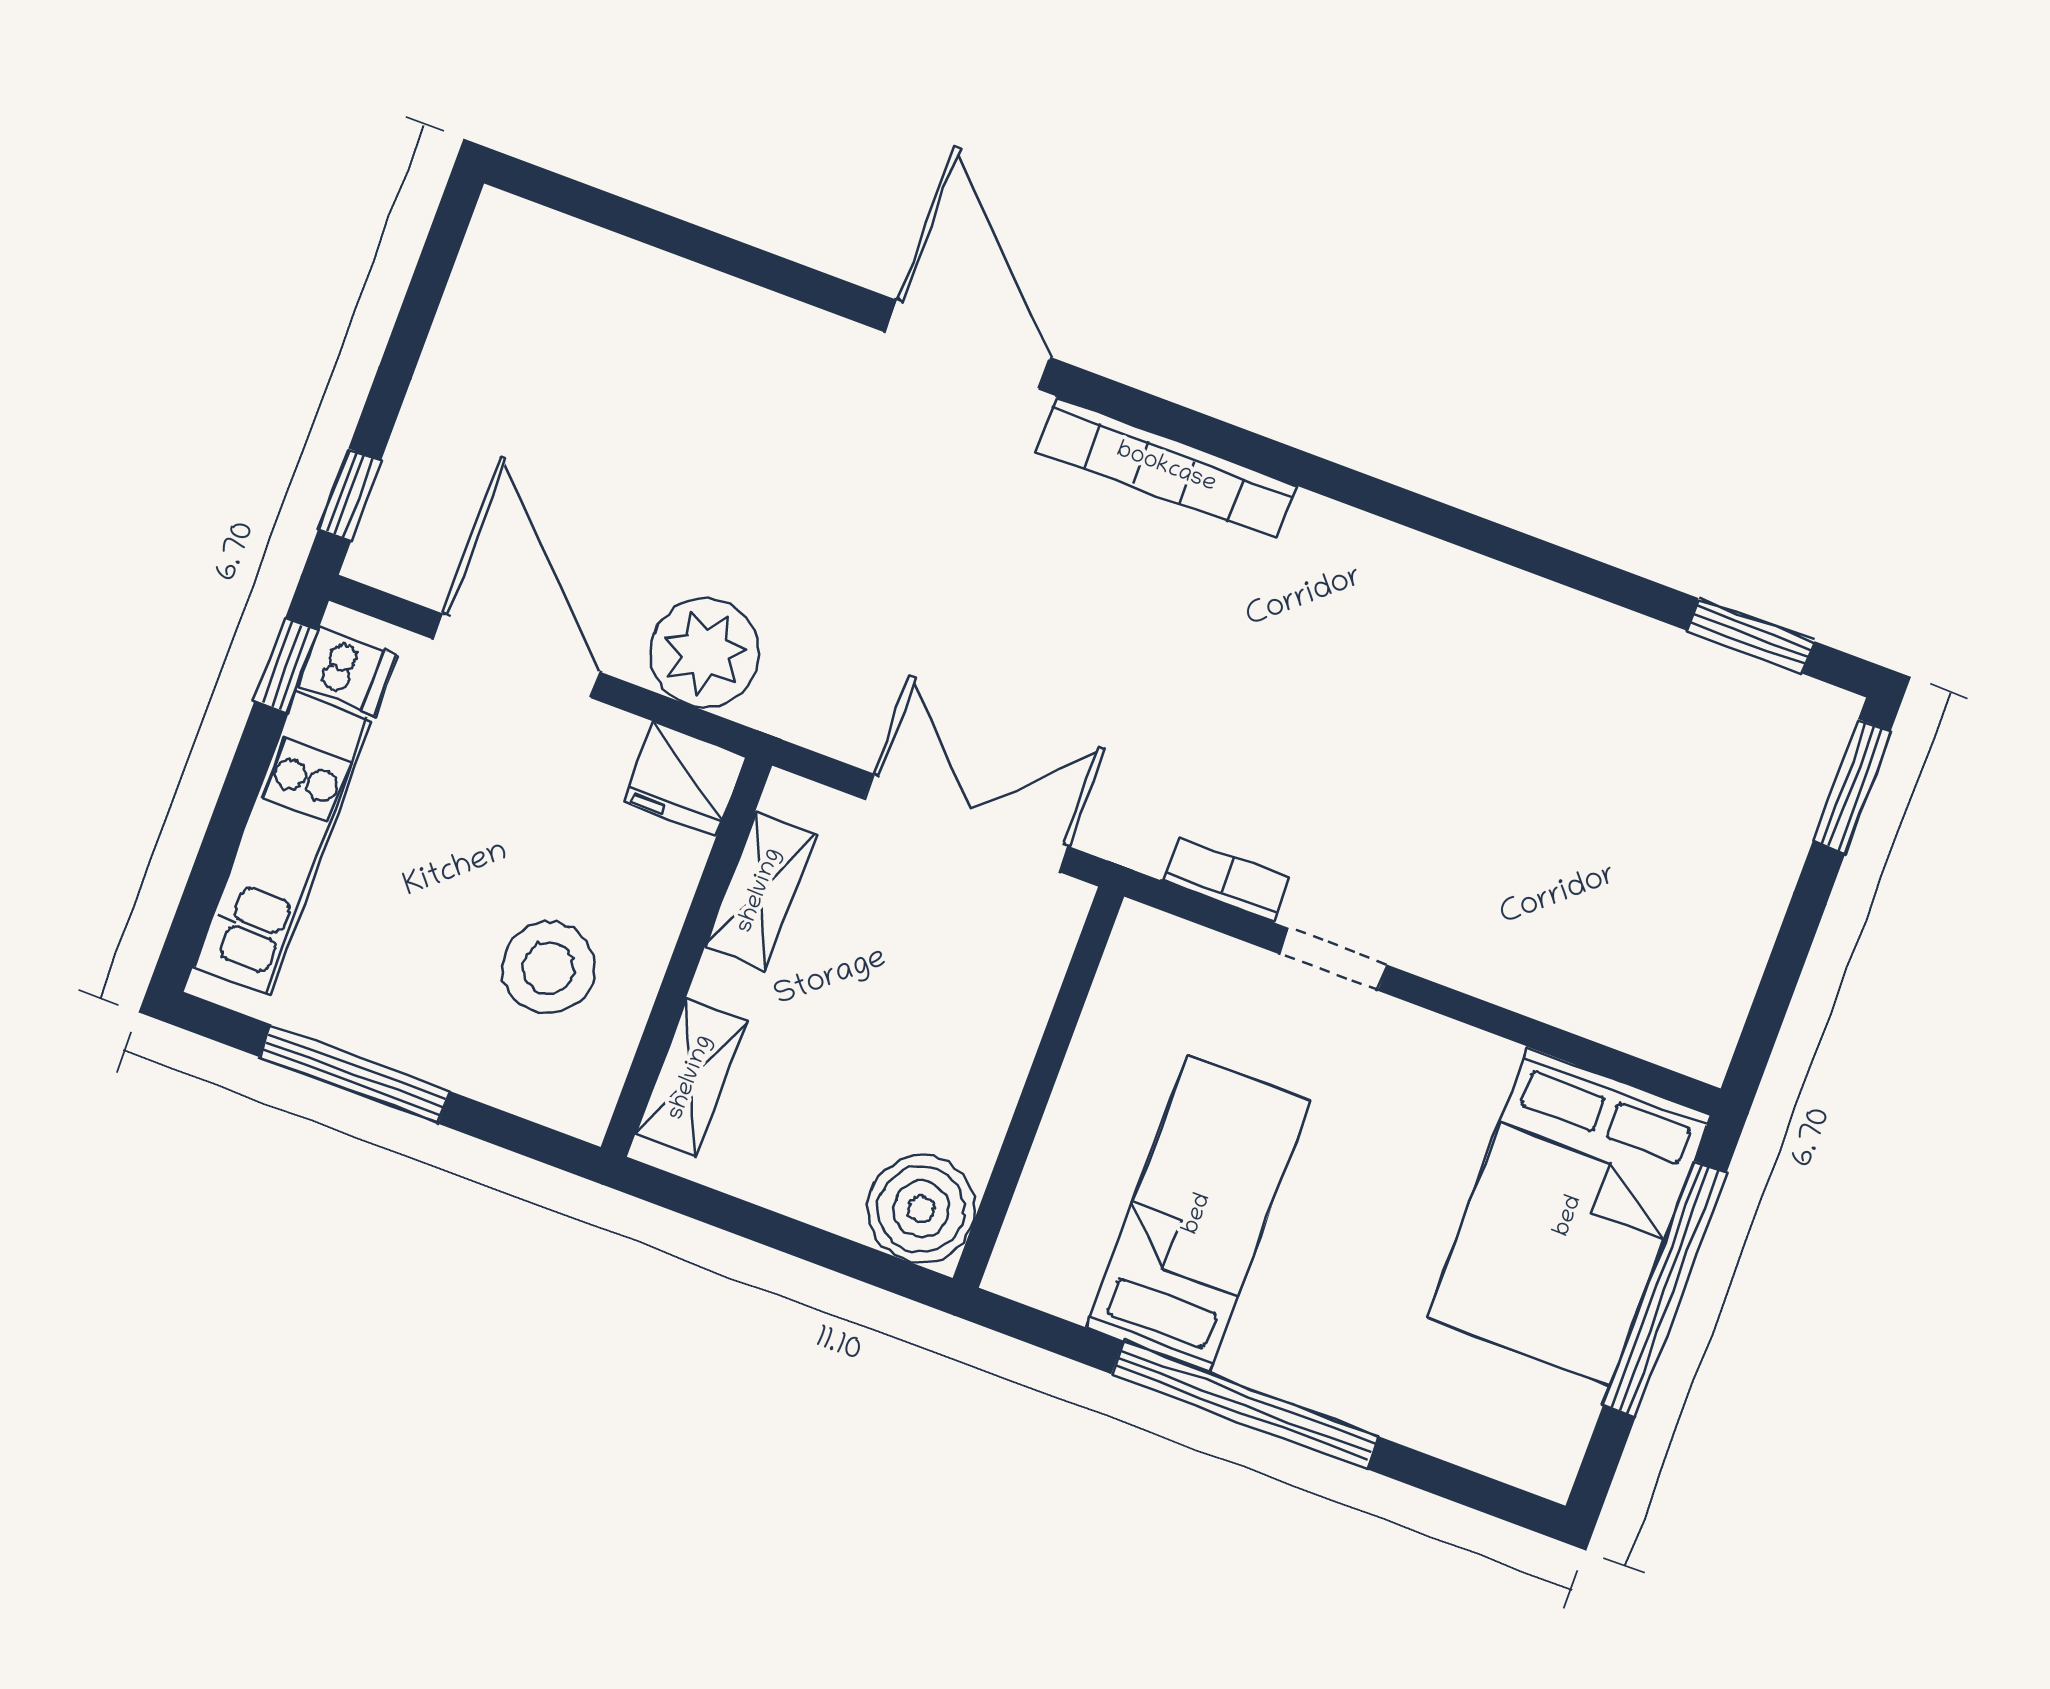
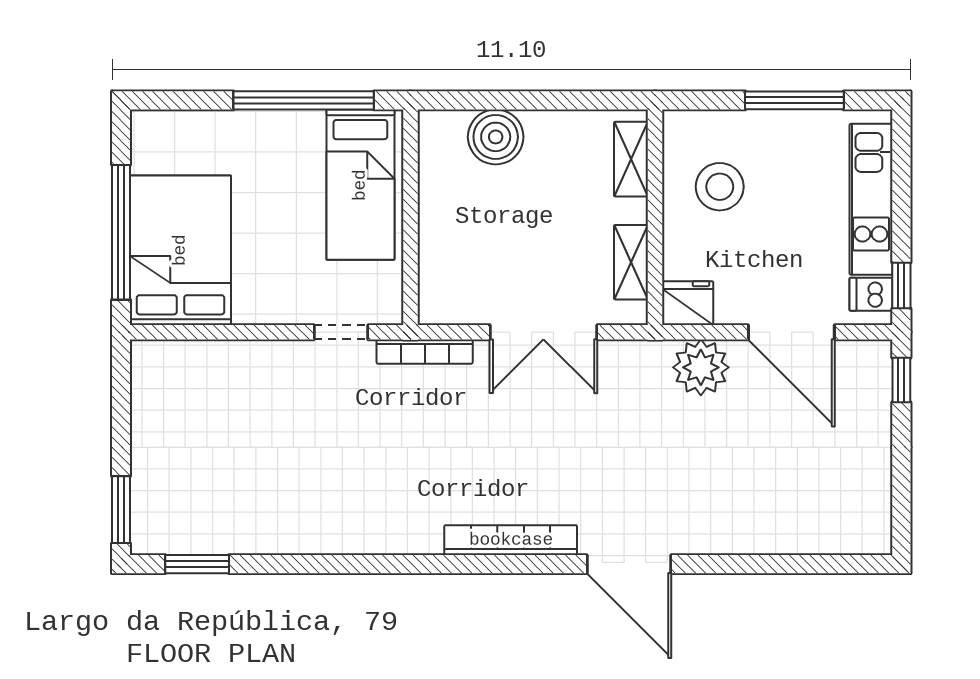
bookcase: (1226, 879) -> (425, 352), width x1.56
wall: (1038, 1087) -> (410, 217), moved

